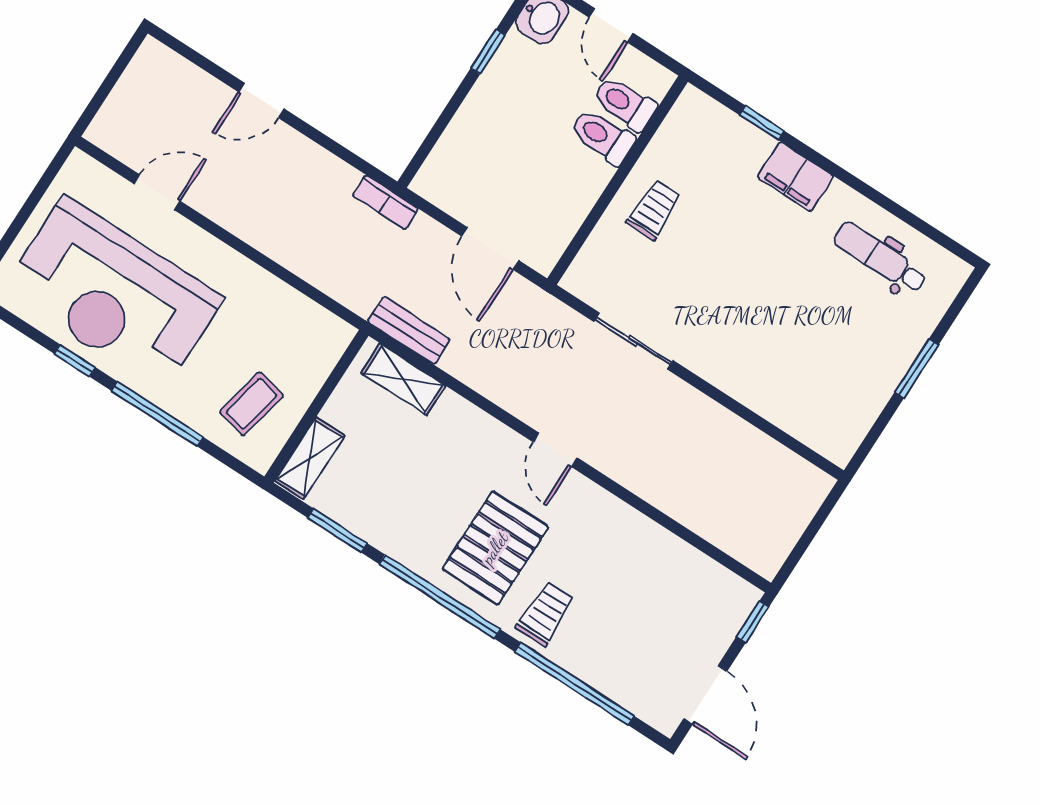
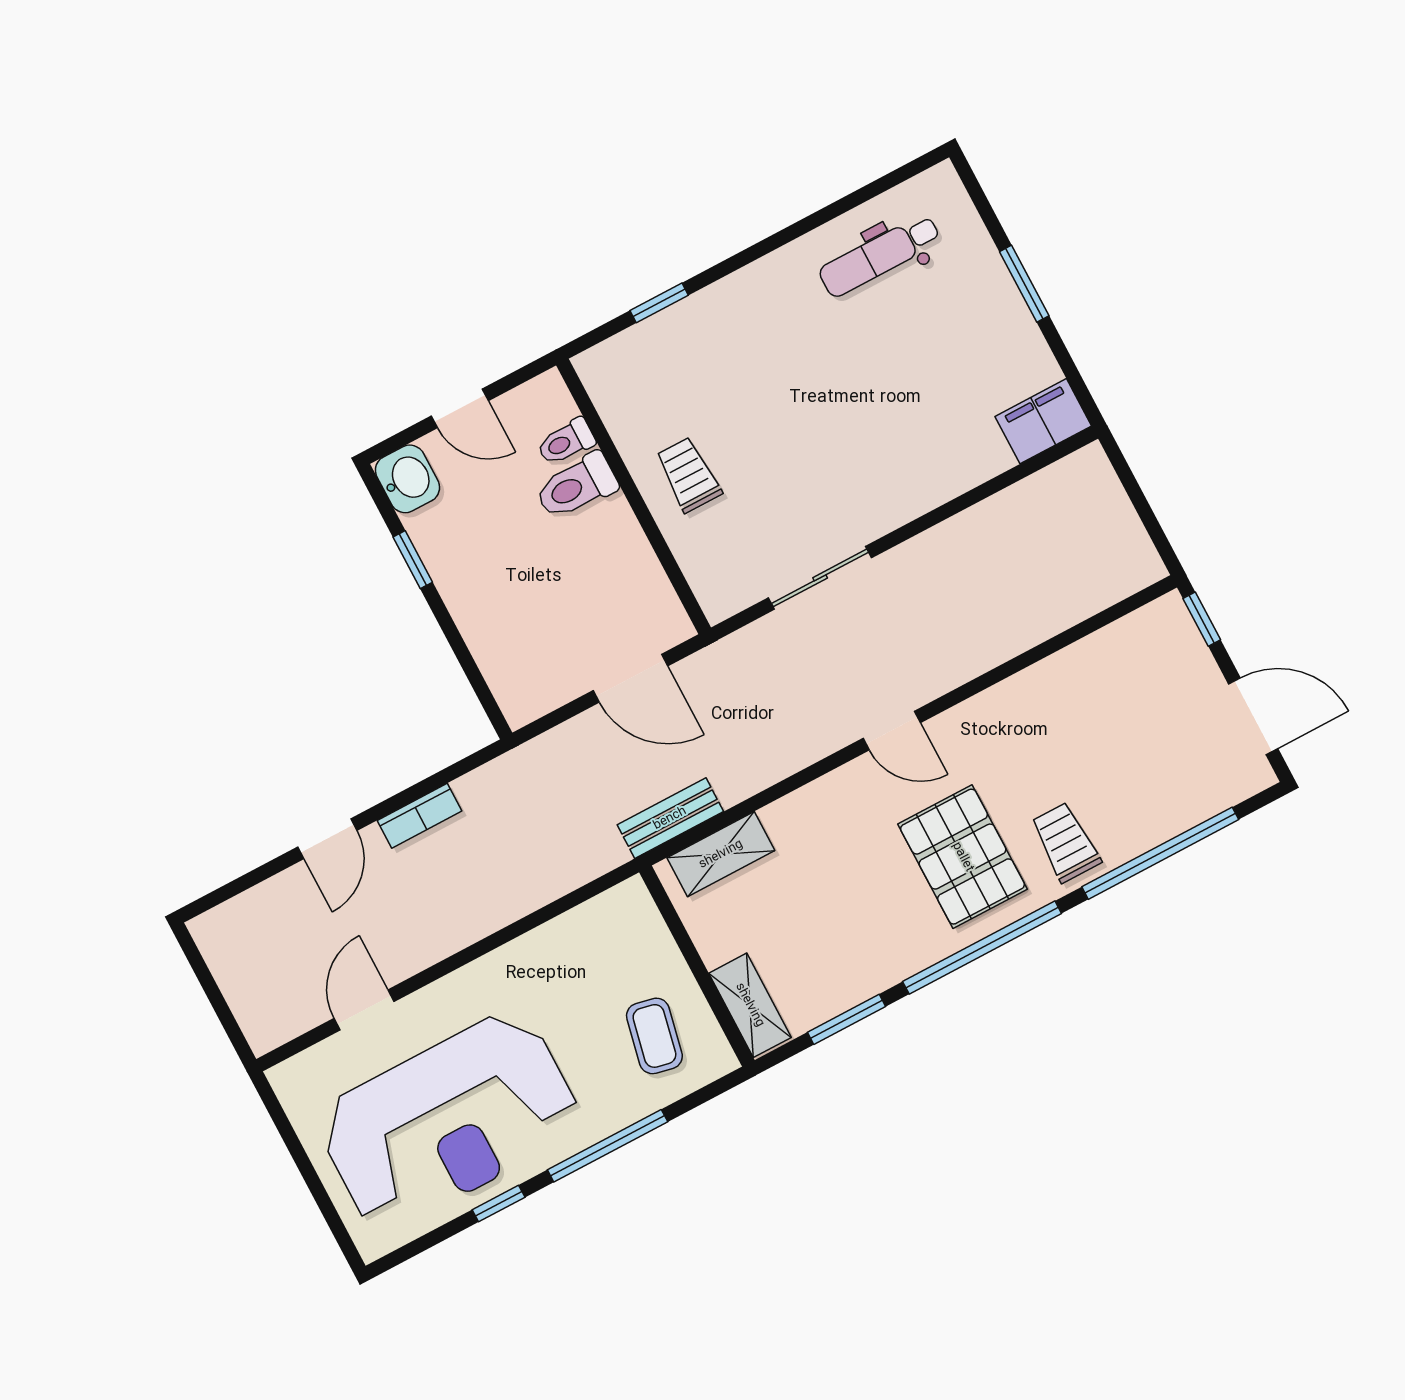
toilet: (625, 103) -> (566, 442), width x0.73, depth x0.72
filing cabinet: (795, 177) -> (1043, 421), moved, turned 180
bookcase: (386, 202) -> (419, 816), moved

